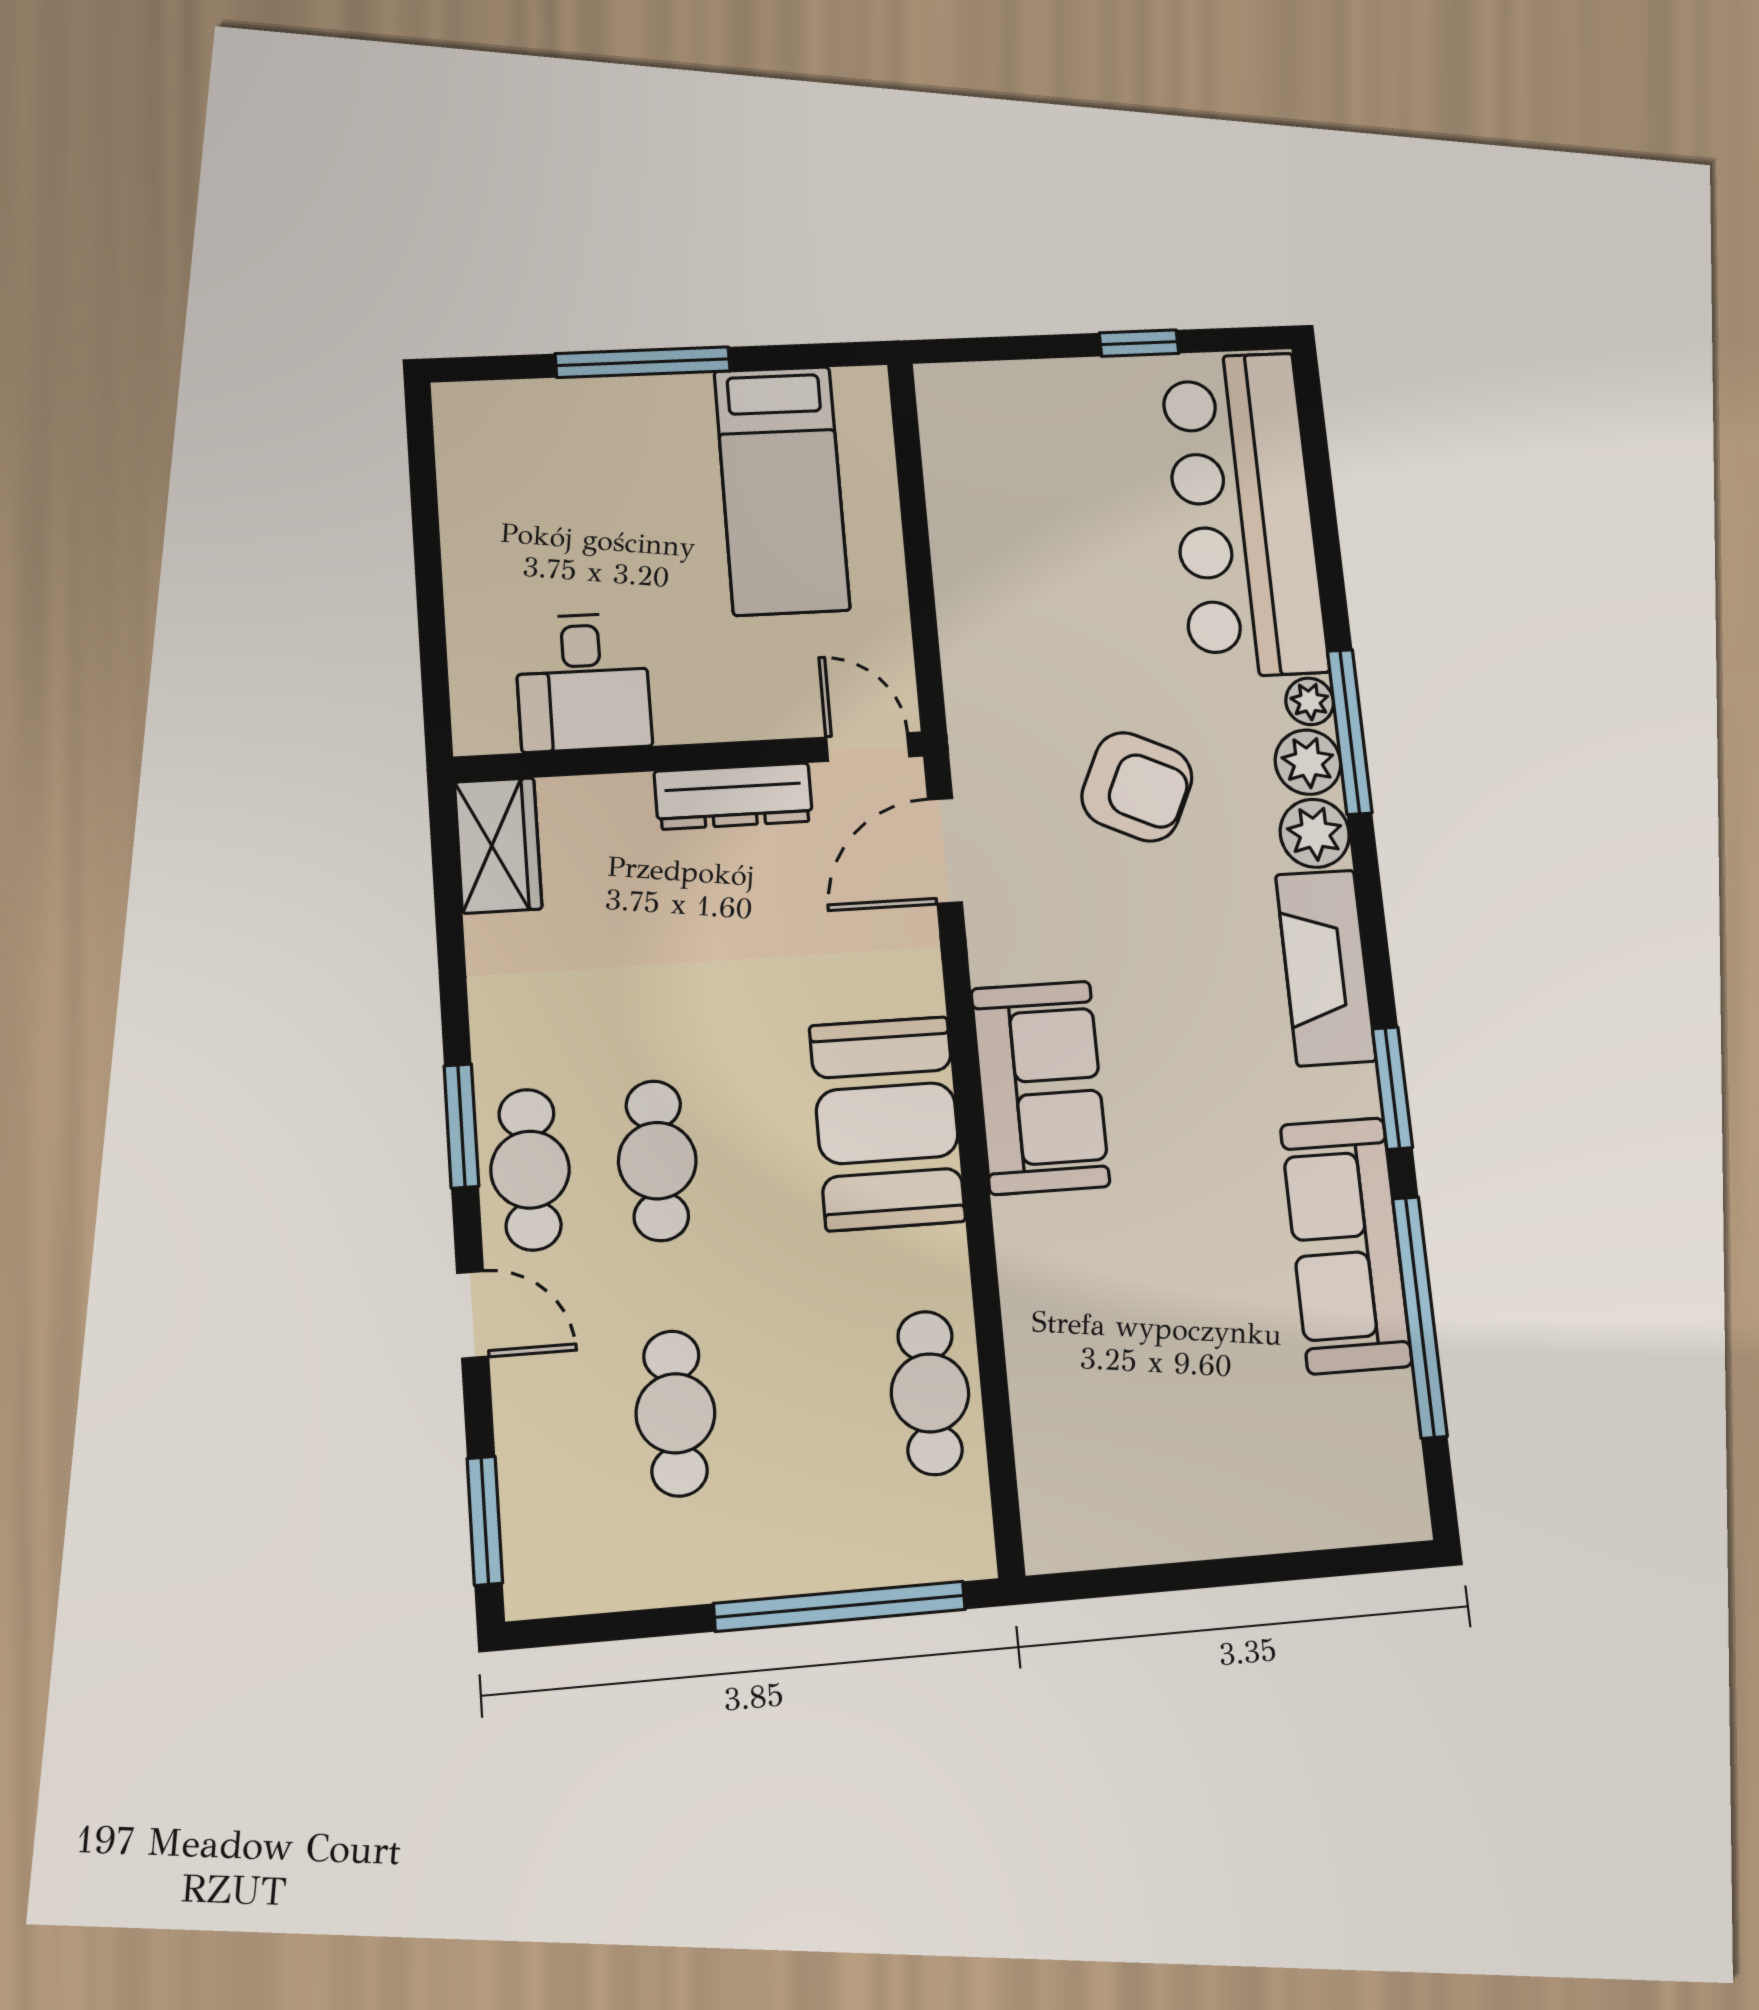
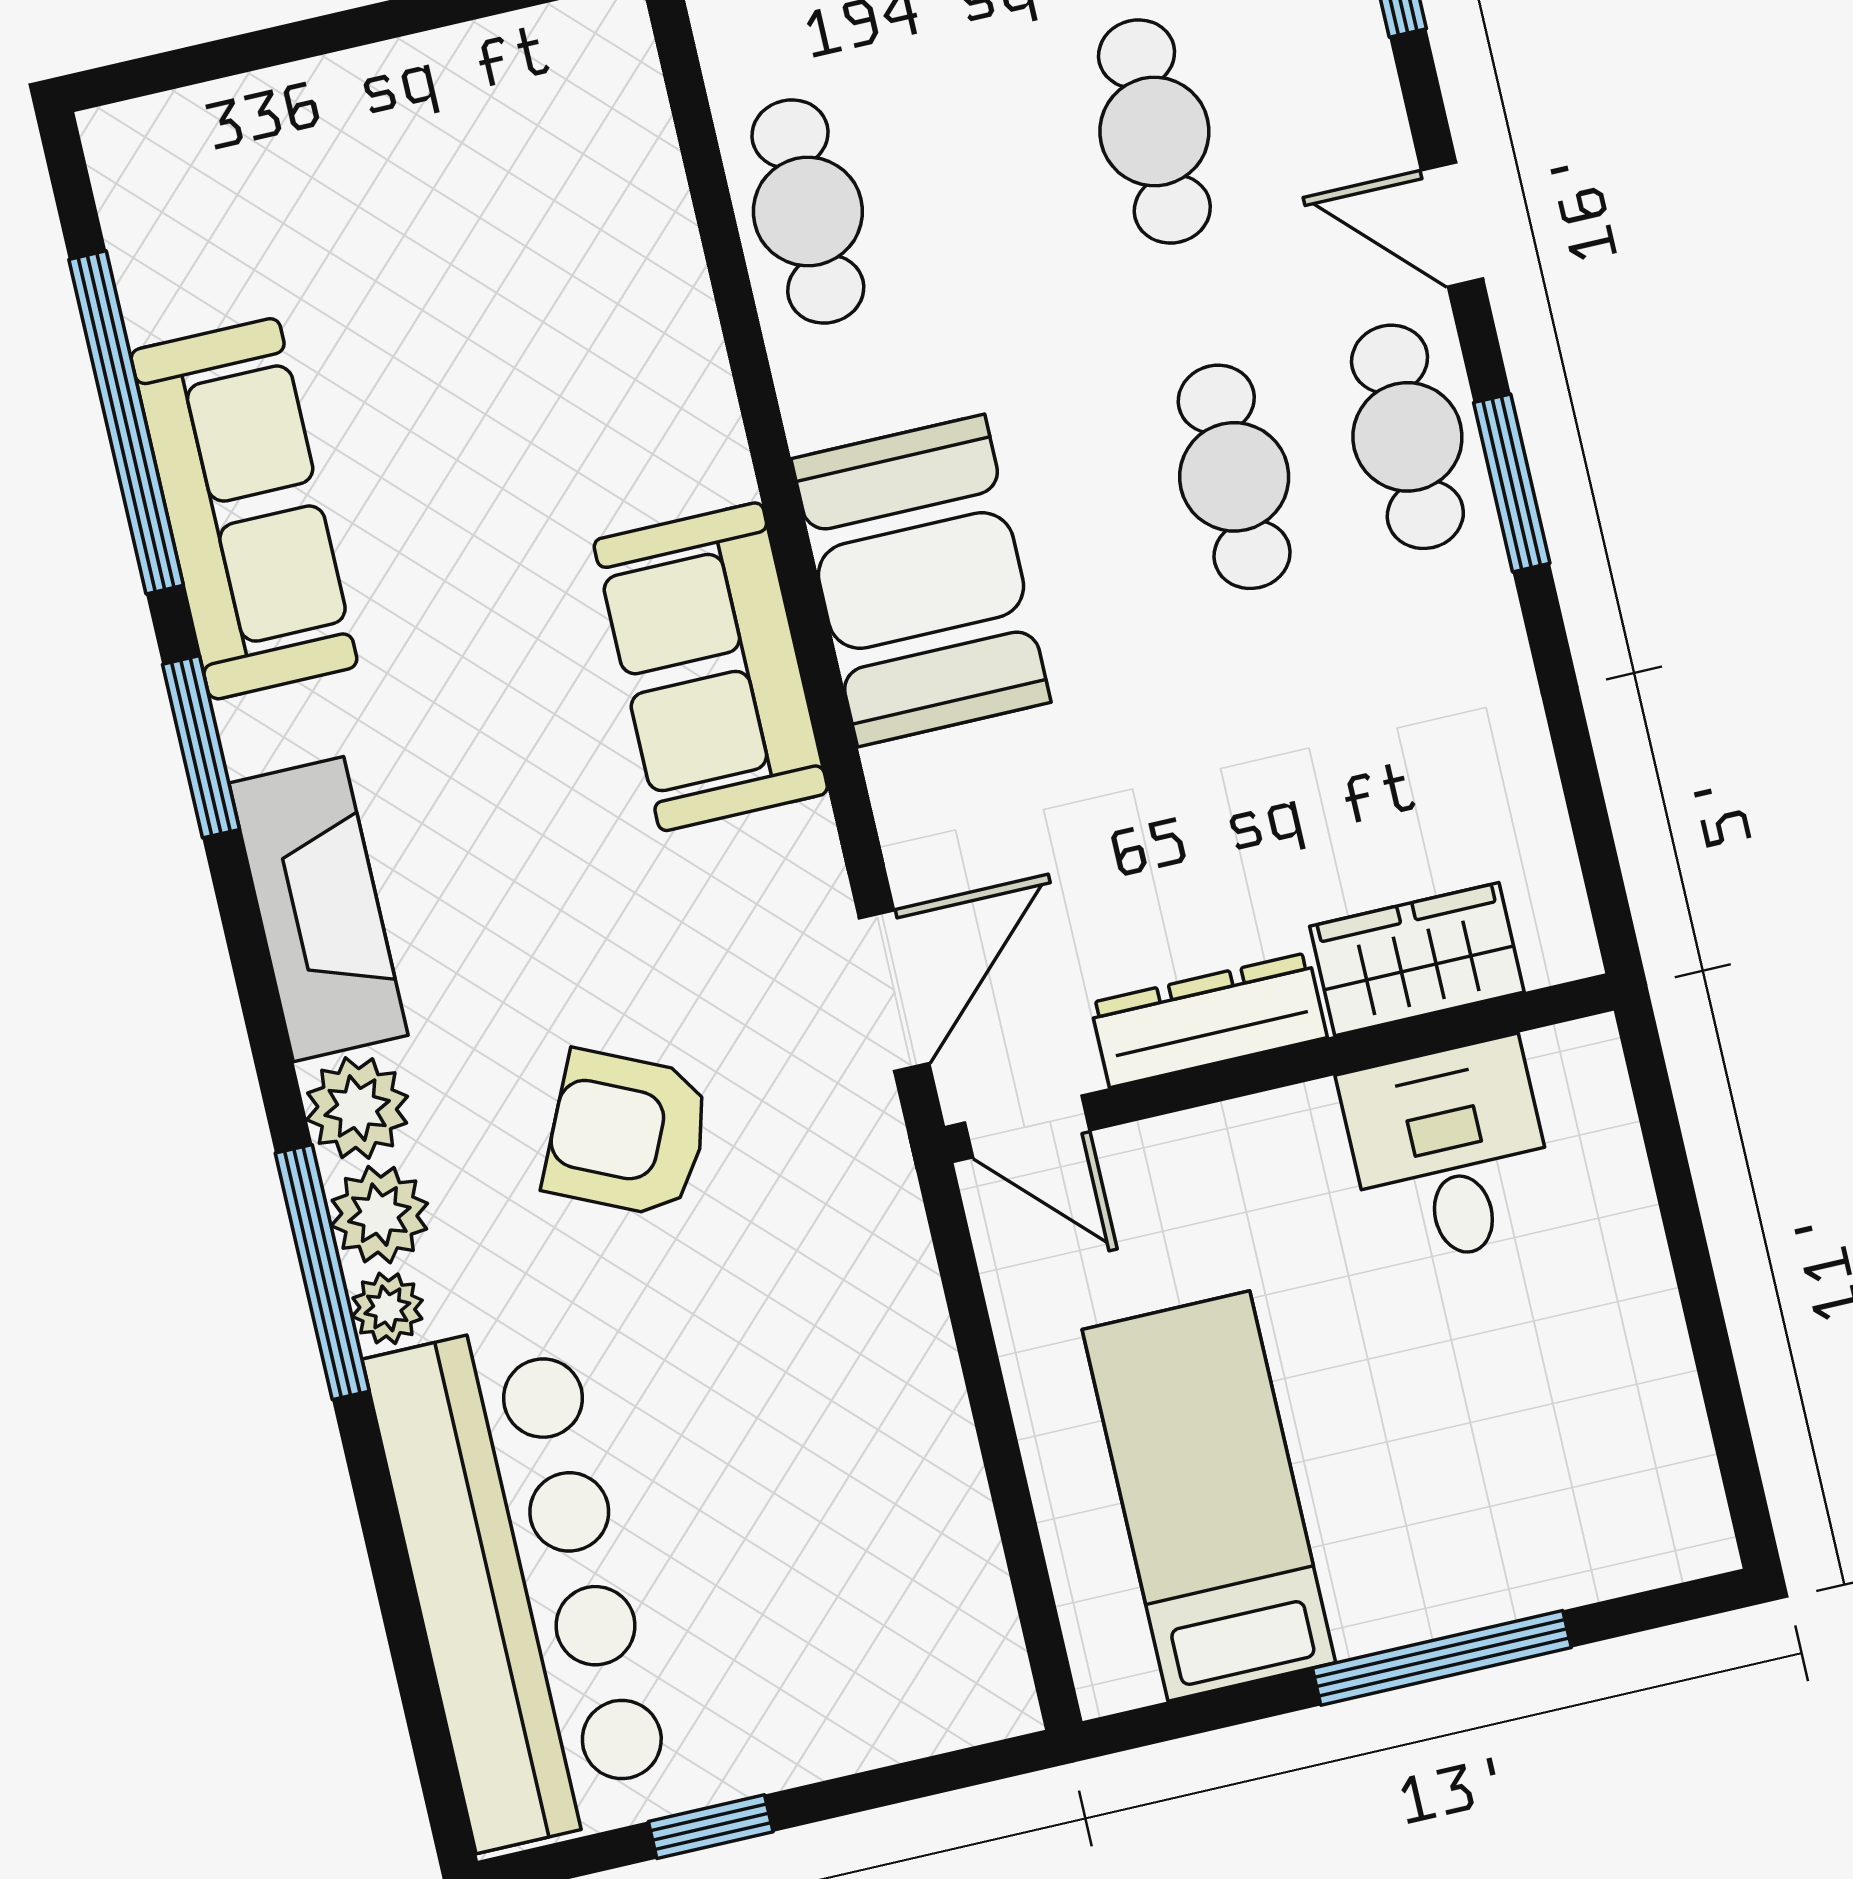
wardrobe: (498, 845) -> (1417, 959), moved, turned 90

